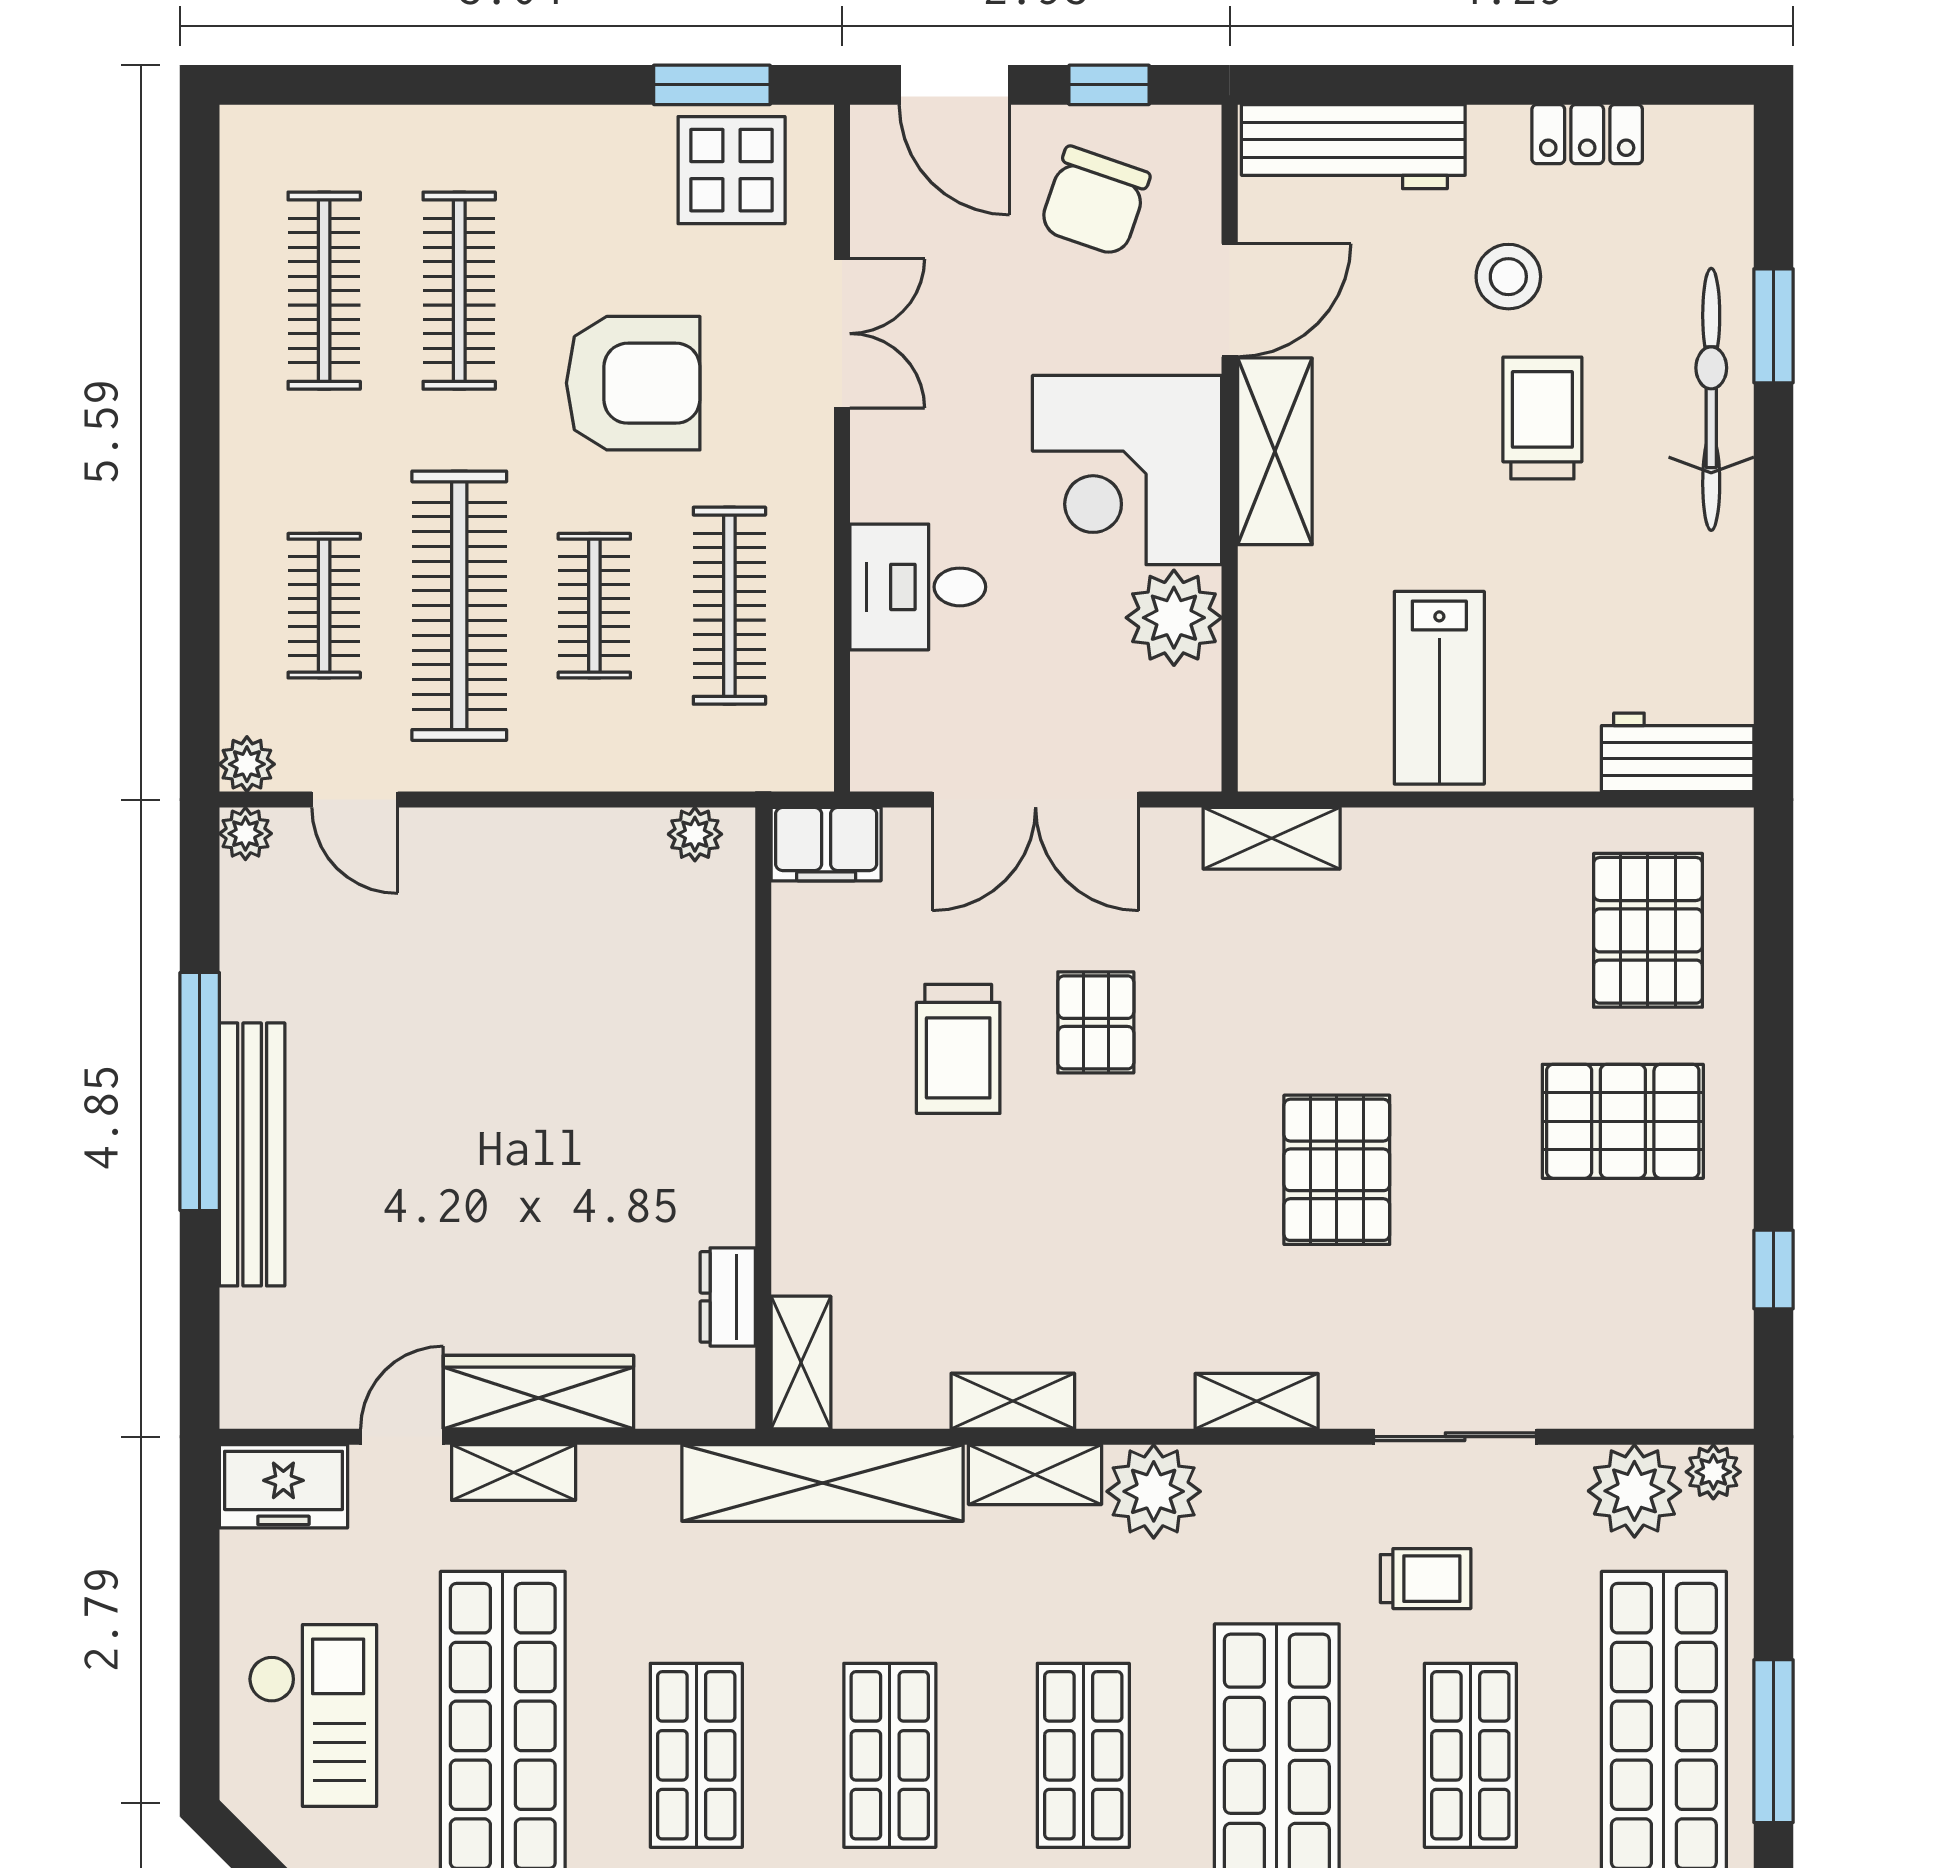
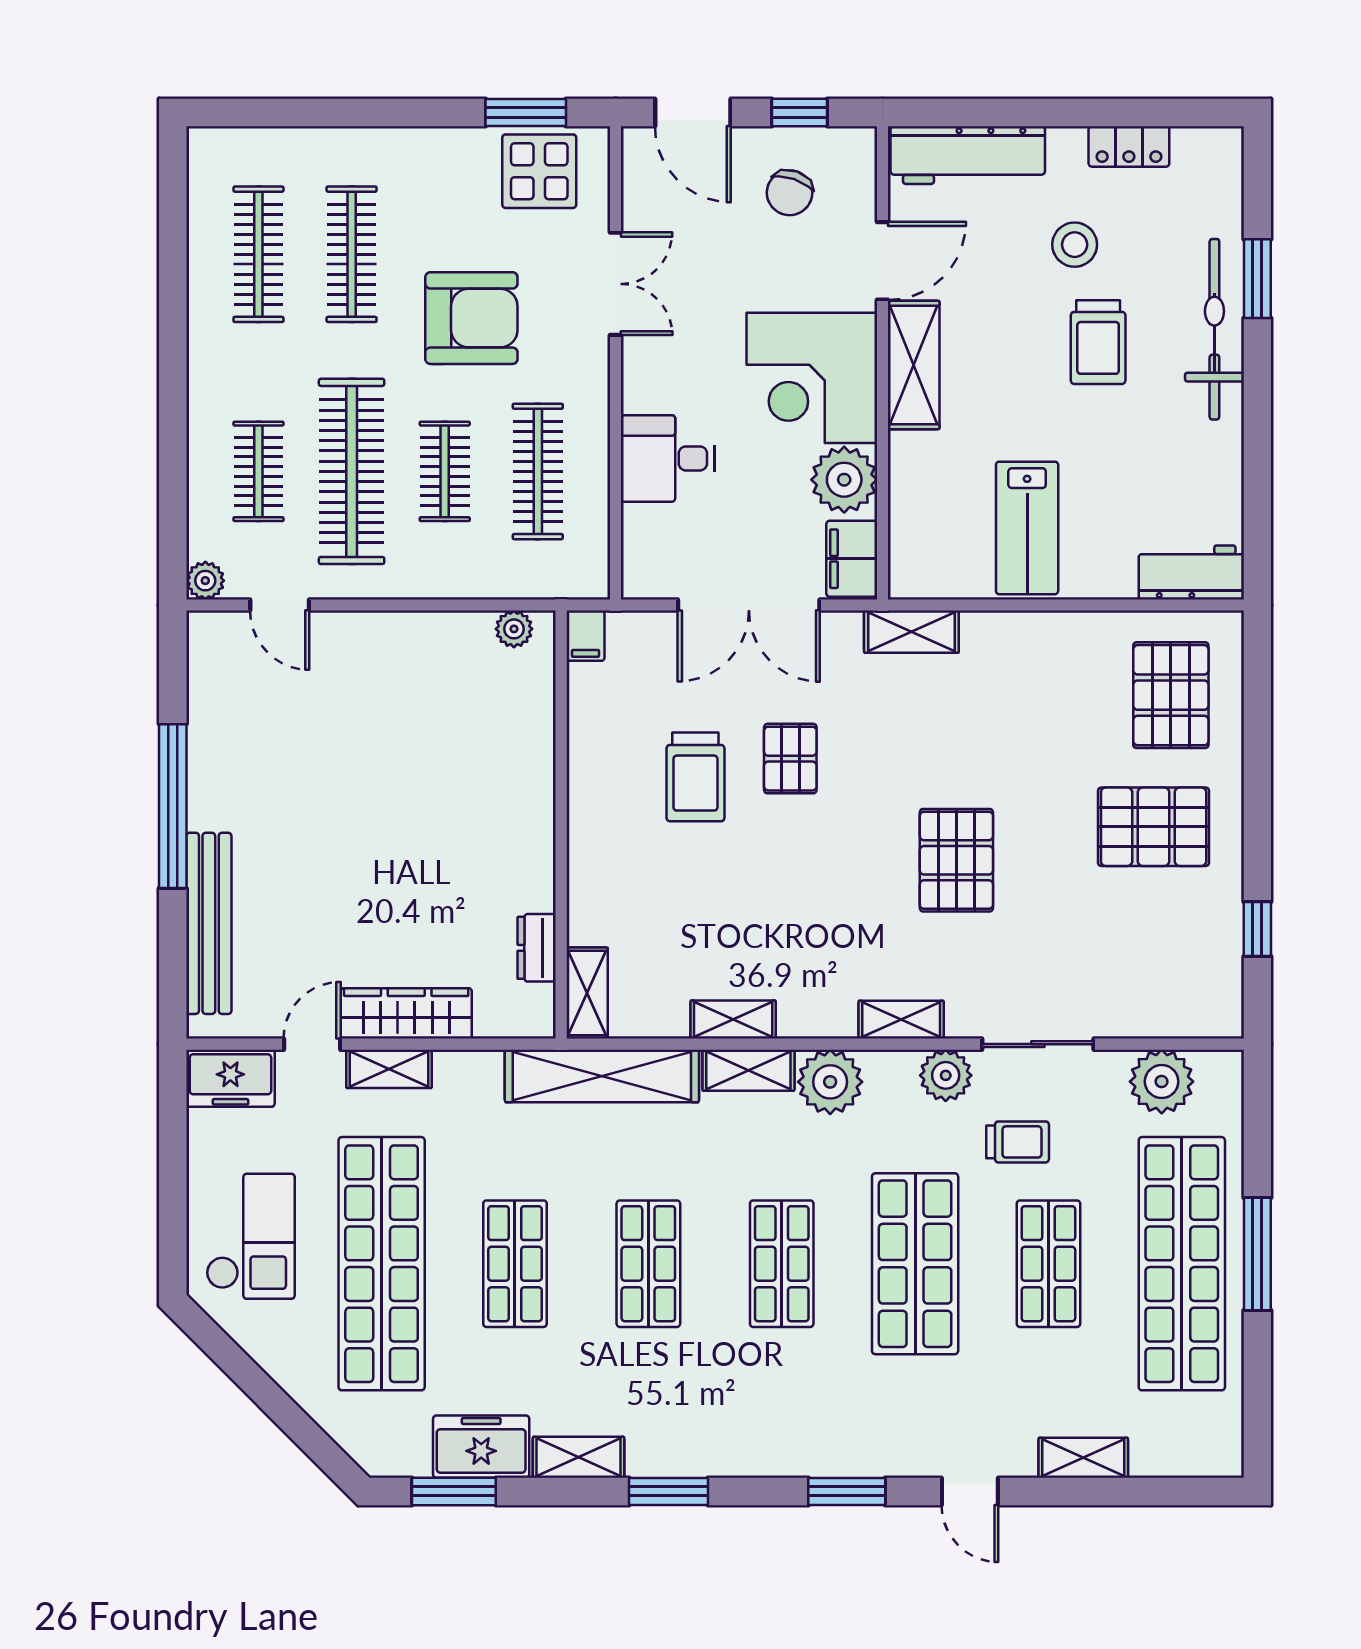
chair: (1095, 201) -> (790, 193), width x0.73, depth x0.73
trolley: (1542, 418) -> (1098, 342), turned 180
filing cabinet: (1185, 732) -> (852, 559), added
plant: (245, 834) -> (204, 628), removed
filing cabinet: (826, 844) -> (585, 636), width x0.50
bench: (252, 1154) -> (209, 923), moved
plant: (1713, 1472) -> (946, 1075), moved, width x1.38, depth x1.38

